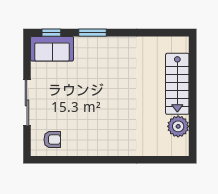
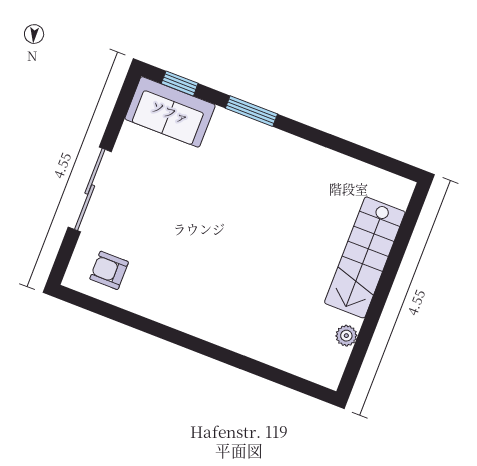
plant: (178, 126) -> (346, 336), width x0.53, depth x0.53
armchair: (52, 140) -> (109, 270), turned 180

